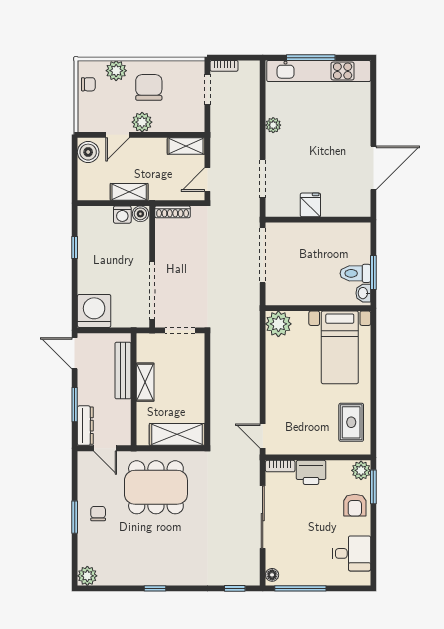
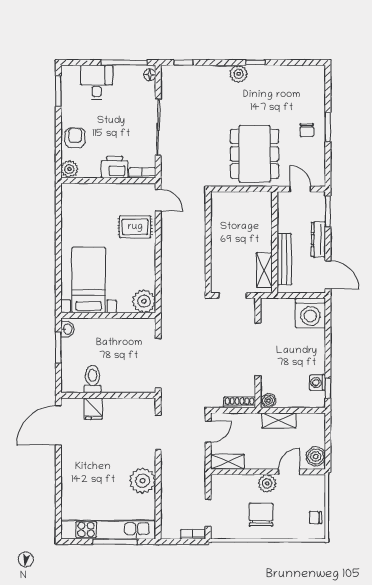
plant: (116, 71) -> (290, 530), removed
chair: (149, 87) -> (261, 515), turned 180
plant: (273, 125) -> (143, 481), width x1.87, depth x1.87
door: (373, 168) -> (58, 425), moved
fridge: (310, 205) -> (93, 409), moved
washing machine: (122, 215) -> (317, 383), moved, turned -90
window: (75, 247) -> (328, 388), moved
toilet: (355, 273) -> (92, 379), moved, turned -90
doorway: (152, 291) -> (258, 349), moved
shelving: (145, 382) -> (264, 270), moved
window: (75, 405) -> (328, 211), moved
rug: (351, 422) -> (135, 227), moved, turned 90
dresser: (85, 426) -> (318, 240), moved
shelving: (177, 434) -> (235, 201), removed
dining table: (156, 487) -> (255, 154), turned 90
window: (373, 487) -> (58, 91), moved
desk: (352, 553) -> (97, 82), moved, turned 90
plant: (87, 576) -> (239, 74), moved

